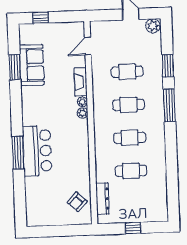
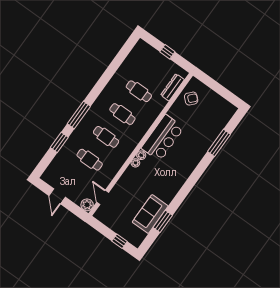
plant: (153, 26) -> (87, 205), moved
door: (88, 46) -> (103, 197), swing flipped
fireplace: (81, 82) -> (126, 177), removed
bar counter: (37, 151) -> (163, 138), moved, turned 180
window: (18, 153) -> (219, 143), moved

